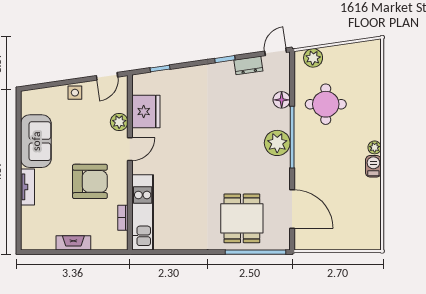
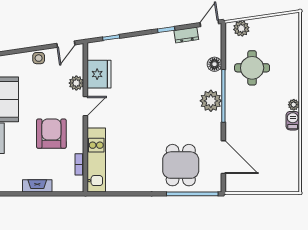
armchair: (90, 181) -> (51, 134), turned -90

